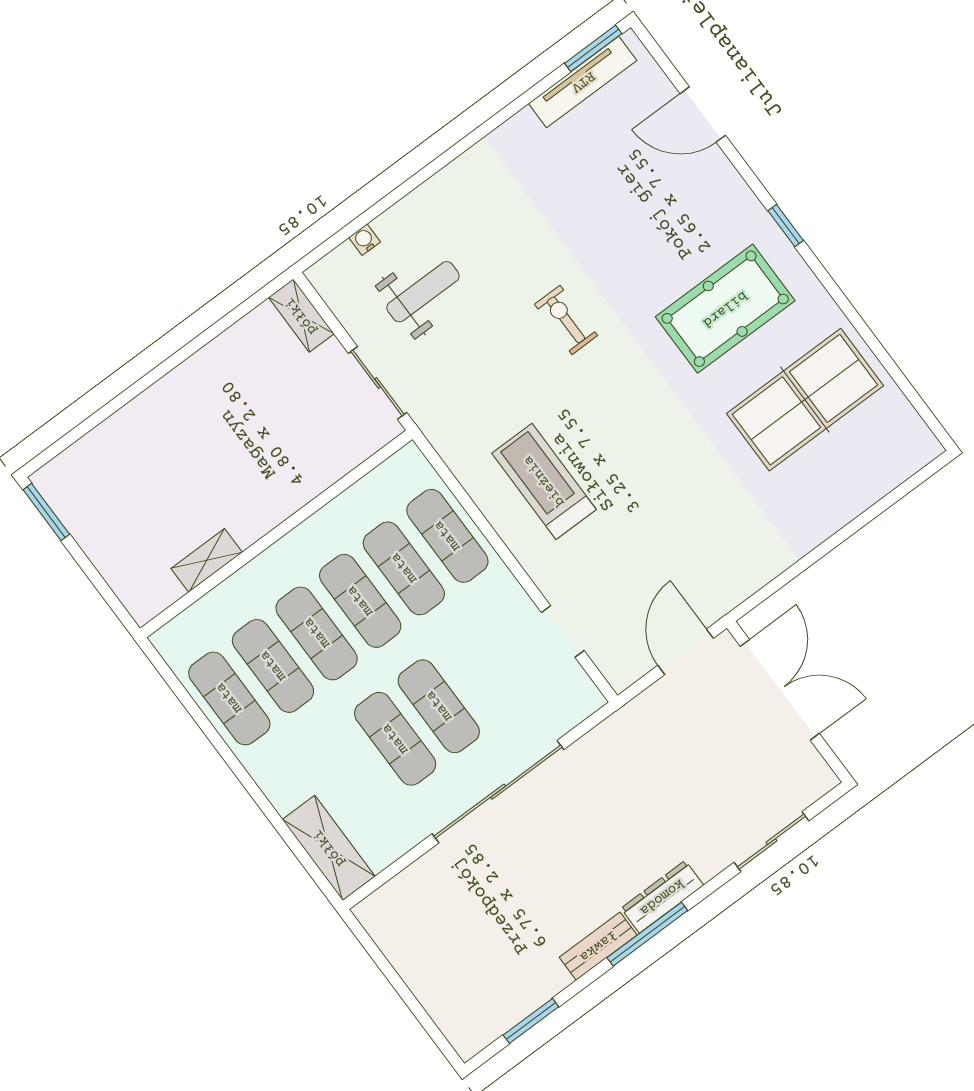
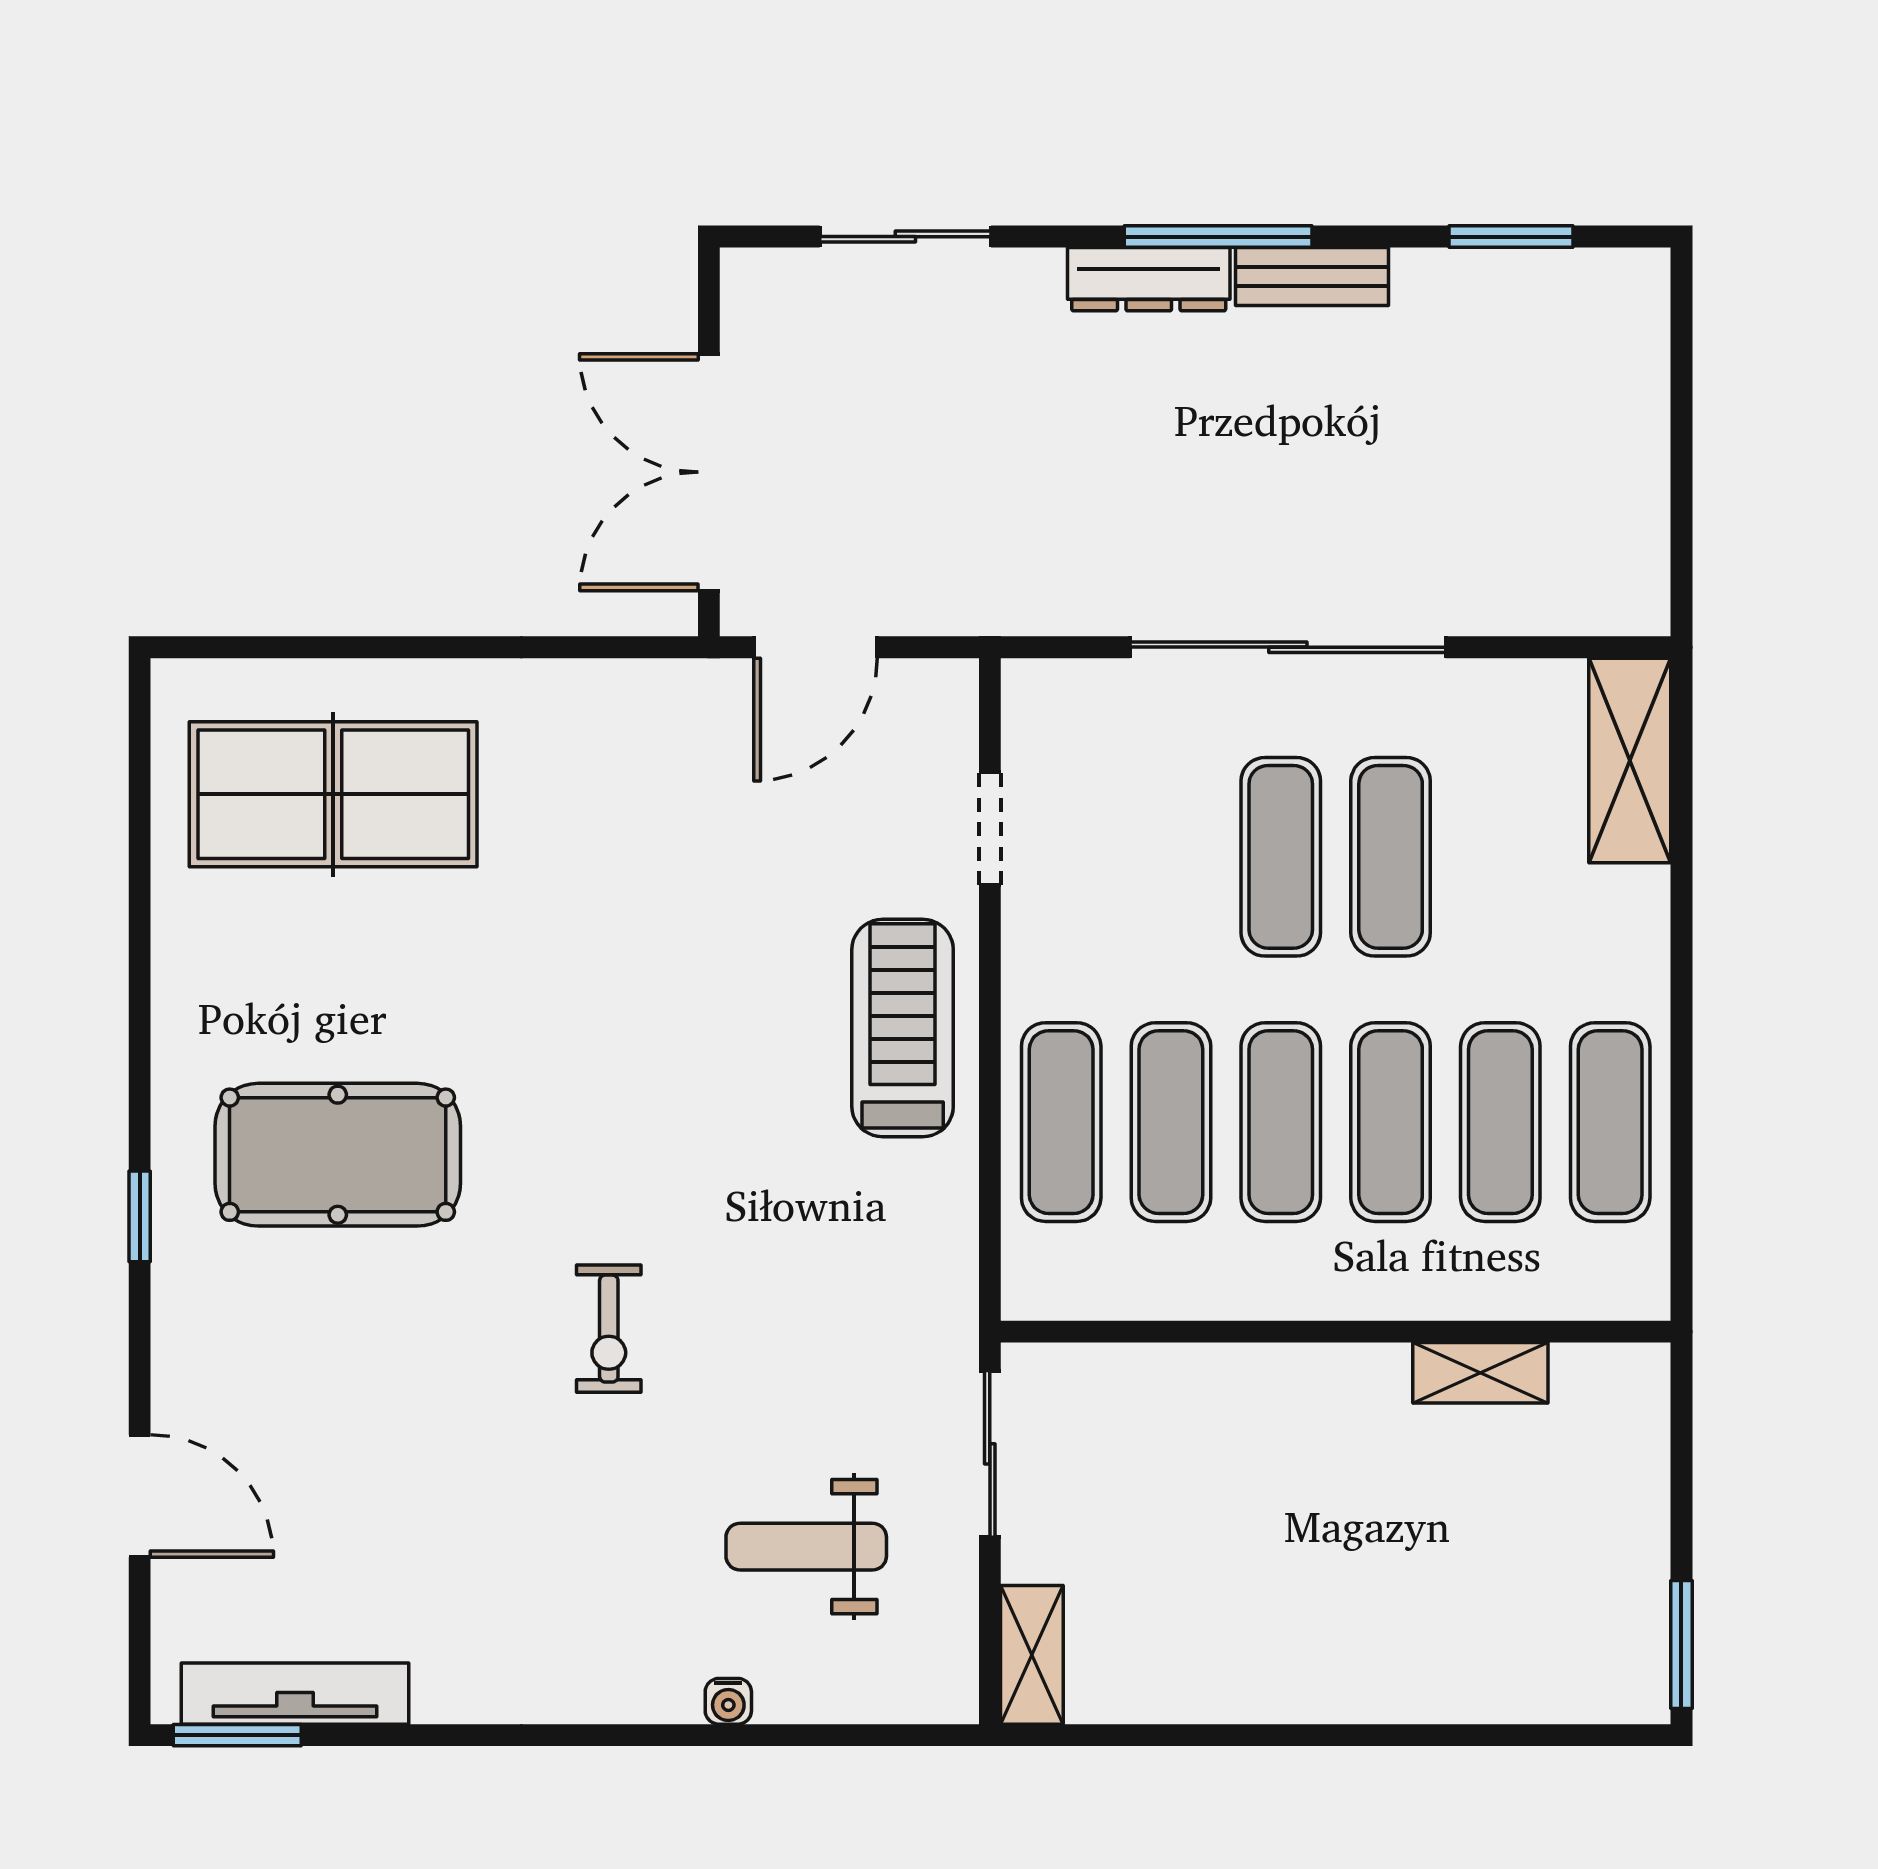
water cooler: (365, 240) -> (728, 1701), moved
table tennis table: (805, 400) -> (333, 794), moved
treadmill: (544, 481) -> (903, 1028), moved, turned 180

